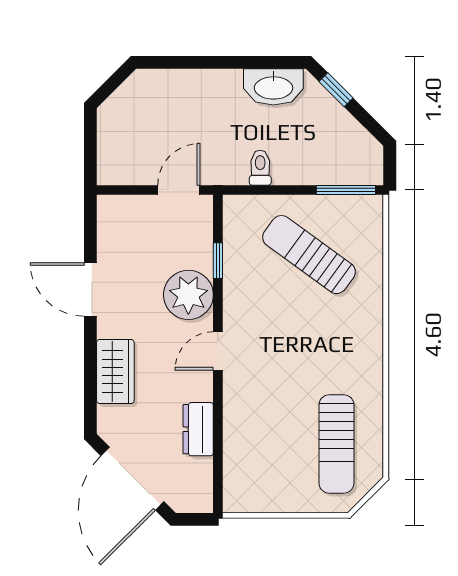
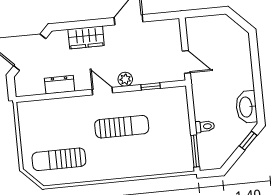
toilet: (260, 168) -> (205, 126), moved
sun lounger: (309, 255) -> (122, 127), moved, turned 54
plant: (188, 295) -> (125, 79), width x0.53, depth x0.53

